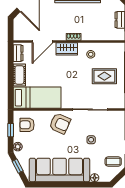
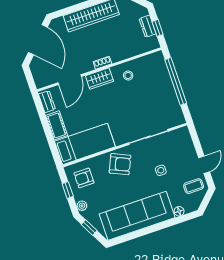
rug: (104, 76) -> (152, 95), removed

